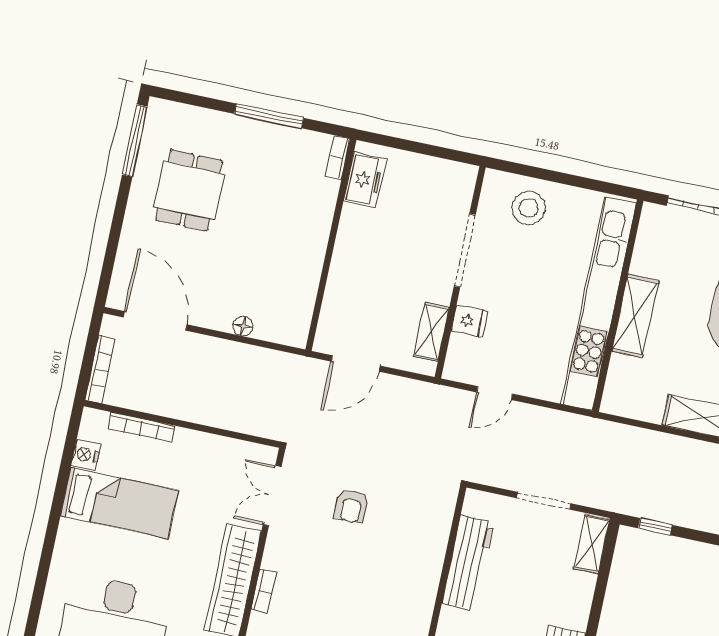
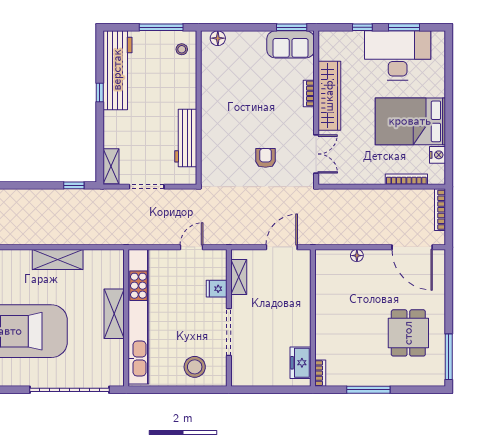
bed: (119, 503) -> (410, 121), width x1.50

